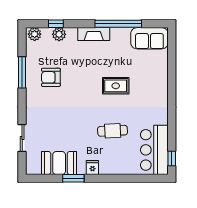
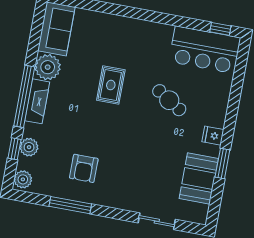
window: (118, 24) -> (24, 96), moved
plant: (120, 37) -> (48, 67), added
cafe table: (113, 131) -> (169, 100), turned -55

